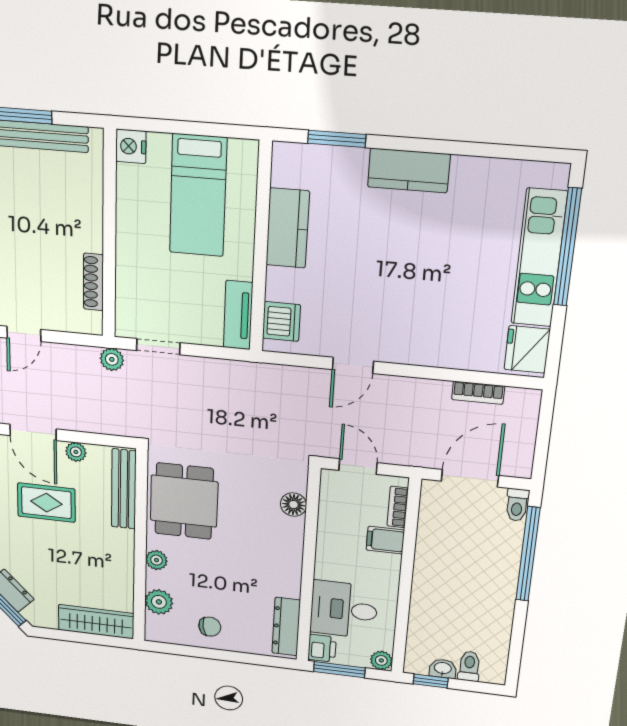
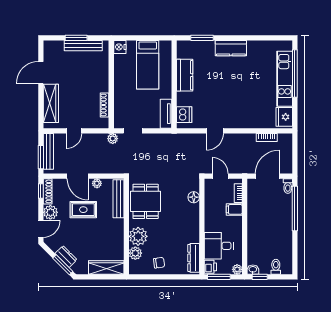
plant: (156, 560) -> (138, 236), width x1.87, depth x1.87
washbasin: (443, 669) -> (253, 270), moved

